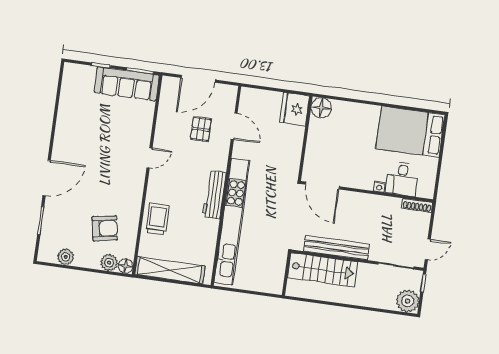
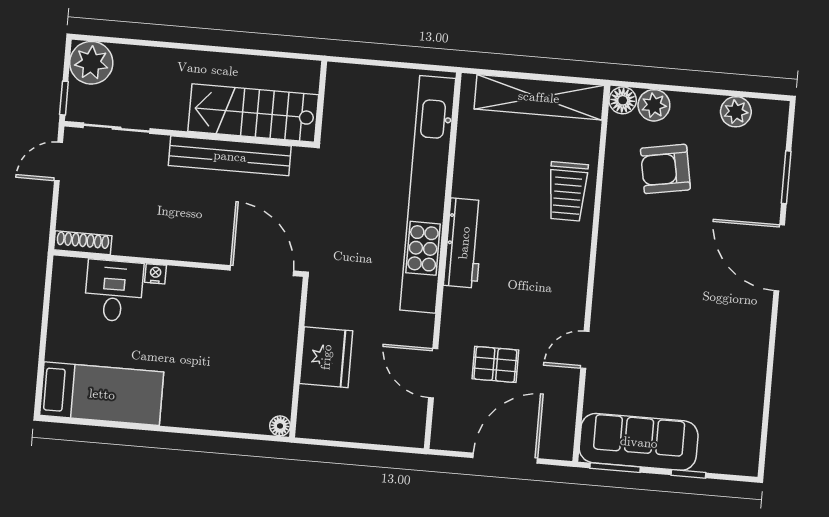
floor lamp: (321, 108) -> (280, 426), width x0.53, depth x0.53
fridge: (295, 109) -> (326, 357), moved
pallet: (201, 129) -> (495, 364), turned 90
bed: (410, 132) -> (102, 394), width x0.67
door: (149, 158) -> (585, 350), moved
door: (47, 178) -> (779, 258), hinge flipped

